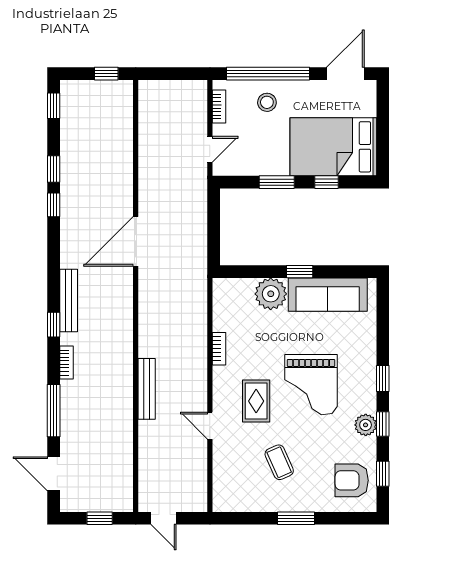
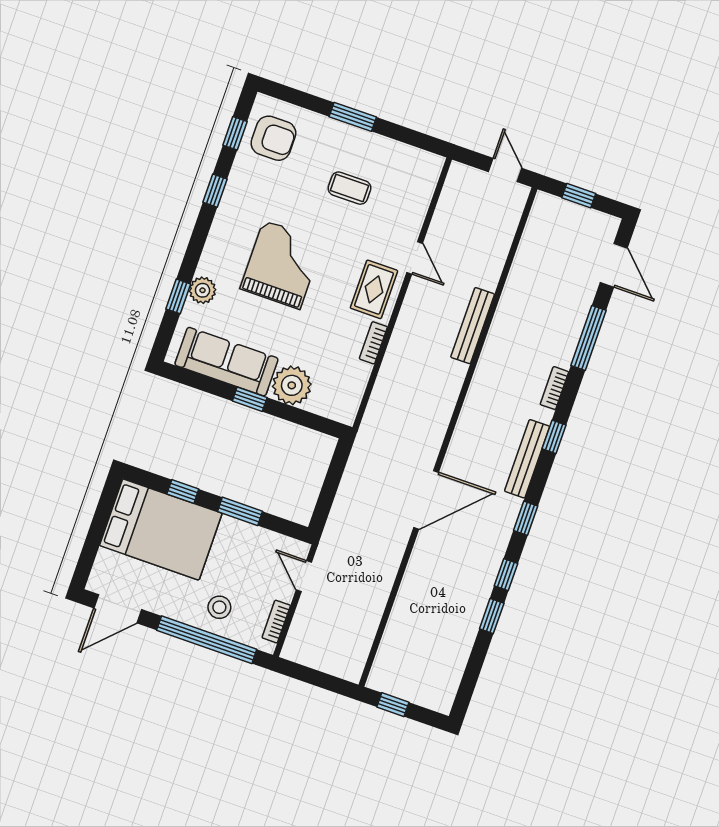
window: (54, 106) -> (526, 518), moved
door: (210, 149) -> (304, 576), hinge flipped
window: (383, 379) -> (178, 296), moved
rug: (256, 401) -> (374, 289), moved
plant: (366, 425) -> (202, 290), moved
coffee table: (279, 462) -> (350, 188), turned -66

